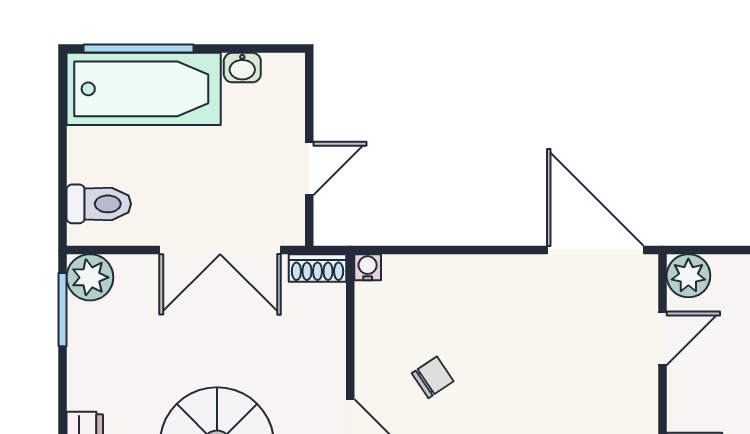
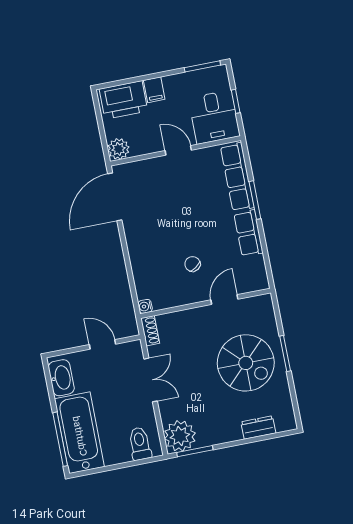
washbasin: (242, 68) -> (61, 378), width x1.91, depth x1.45
double door: (220, 250) -> (151, 380), width x0.73
plant: (90, 277) -> (180, 436), width x1.36, depth x1.36
door: (663, 338) -> (178, 150), moved

